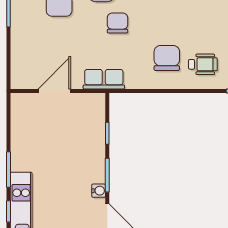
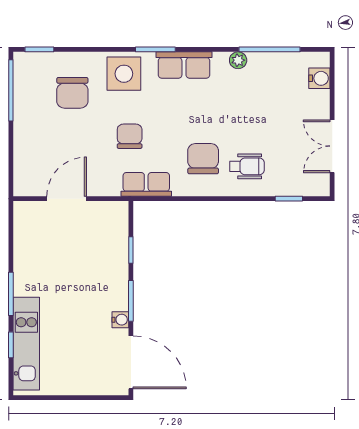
chair: (117, 23) -> (130, 136), moved
row of seats: (104, 79) -> (146, 184), moved

